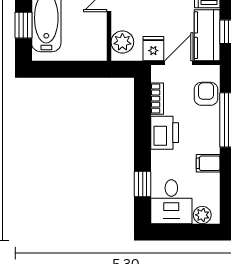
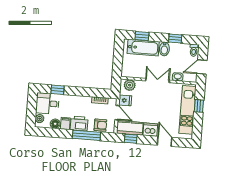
printer: (165, 133) -> (79, 124), moved, turned 180
floor lamp: (210, 183) -> (55, 124), added

